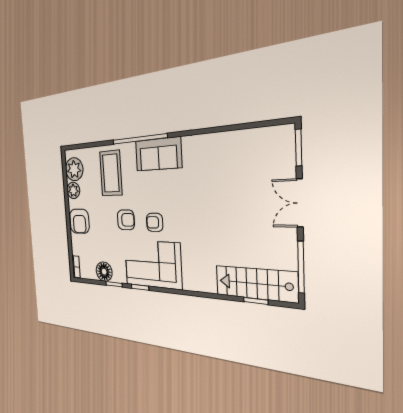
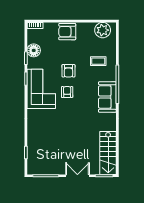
coffee table: (111, 173) -> (98, 61), width x0.54, depth x0.58
plant: (73, 190) -> (88, 28), removed
stairs: (255, 284) -> (108, 153), moved, turned 180

